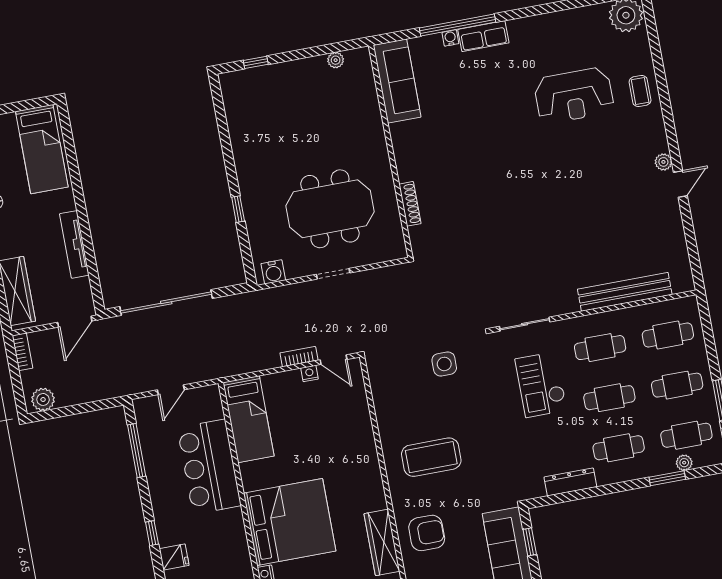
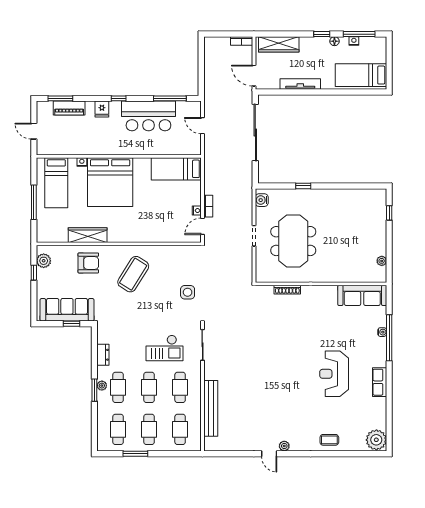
row of seats: (483, 36) -> (380, 382), moved
reception desk: (574, 96) -> (334, 374), moved
checkout: (541, 385) -> (164, 348), turned 180
plant: (43, 399) -> (211, 48), removed
coffee table: (431, 457) -> (133, 274), turned 32
plant: (684, 463) -> (102, 386), moved
bar counter: (209, 467) -> (148, 116), moved, turned 180
window: (667, 478) -> (94, 390), moved
dresser: (570, 482) -> (103, 355), width x0.70
armchair: (427, 533) -> (88, 263), turned -90

